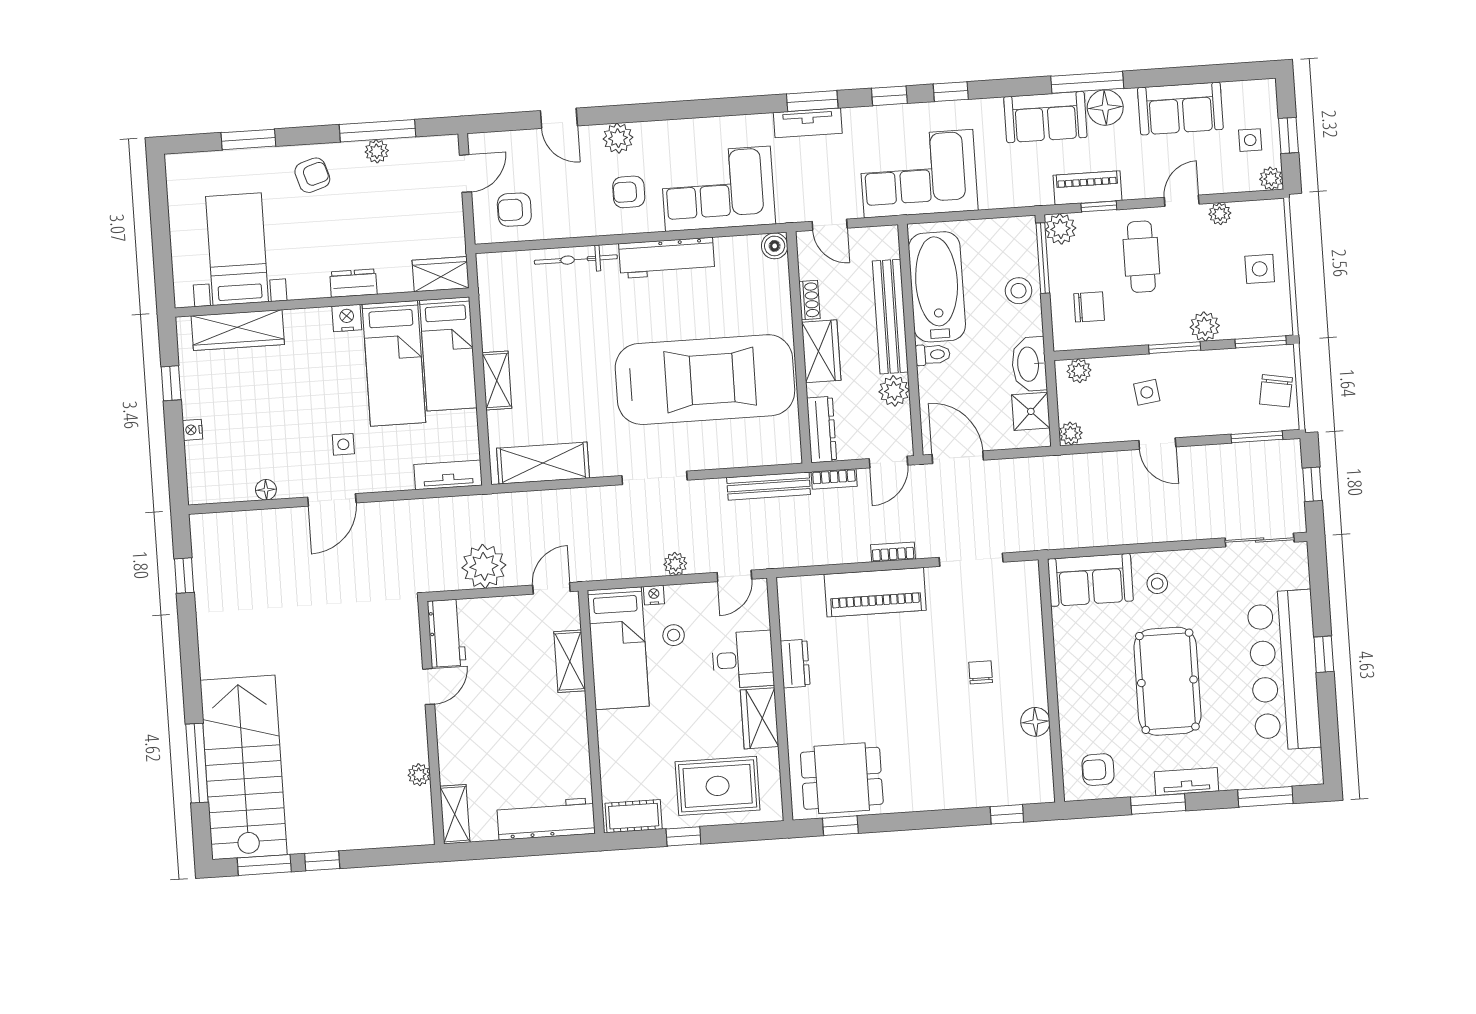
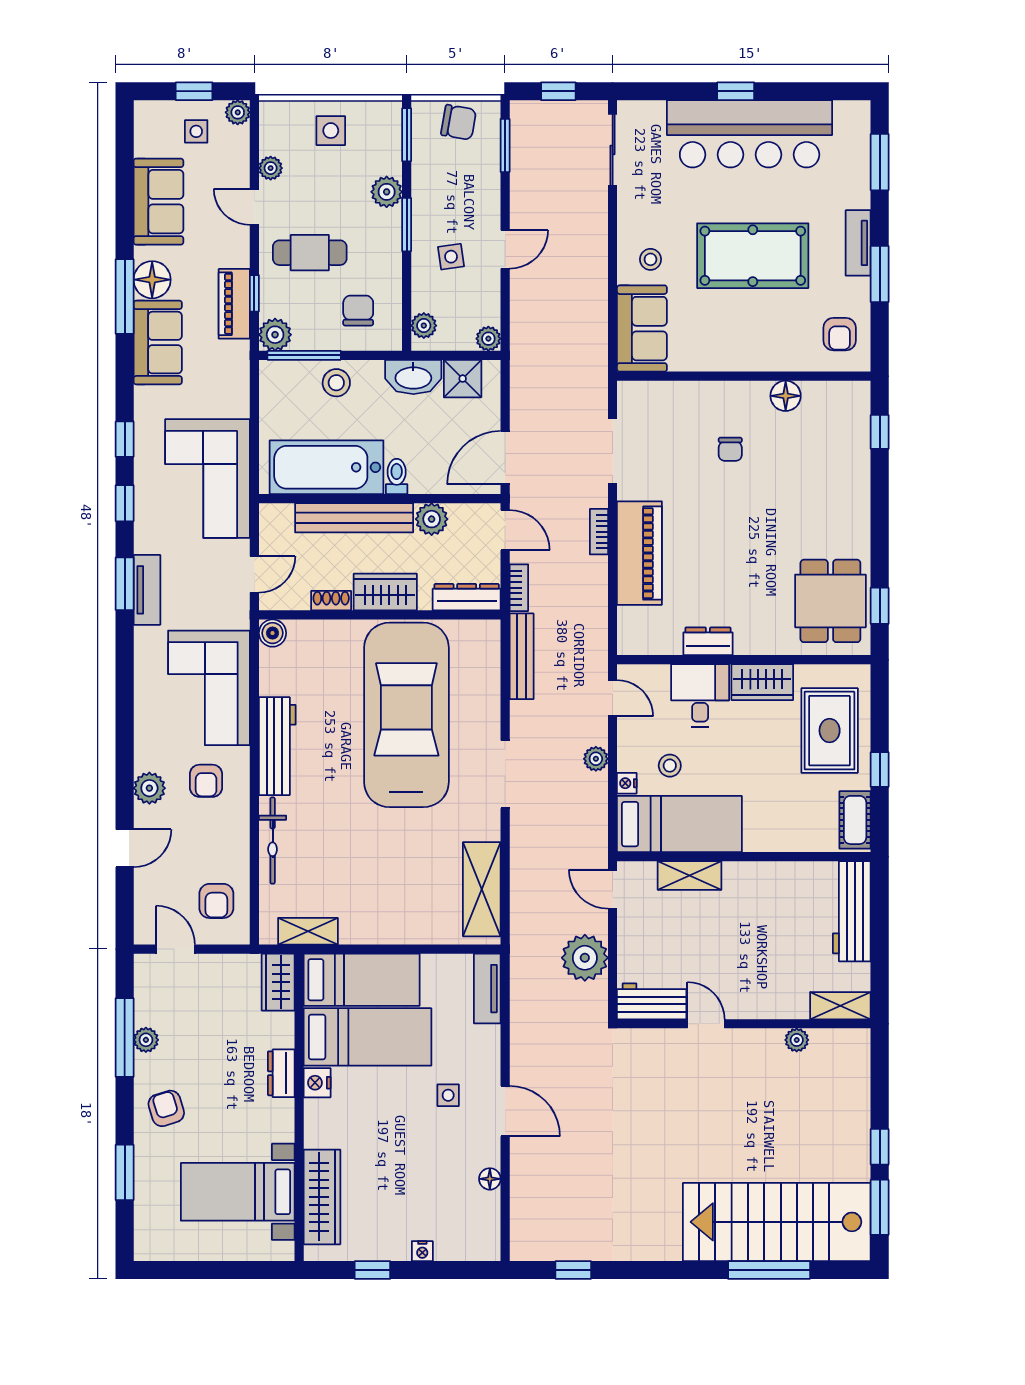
shelving: (497, 381) -> (308, 931), moved
chair: (981, 672) -> (730, 449), turned -90

